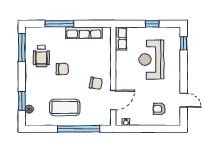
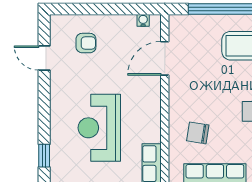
reception desk: (151, 60) -> (99, 128), turned 180
chair: (96, 83) -> (198, 133), moved

